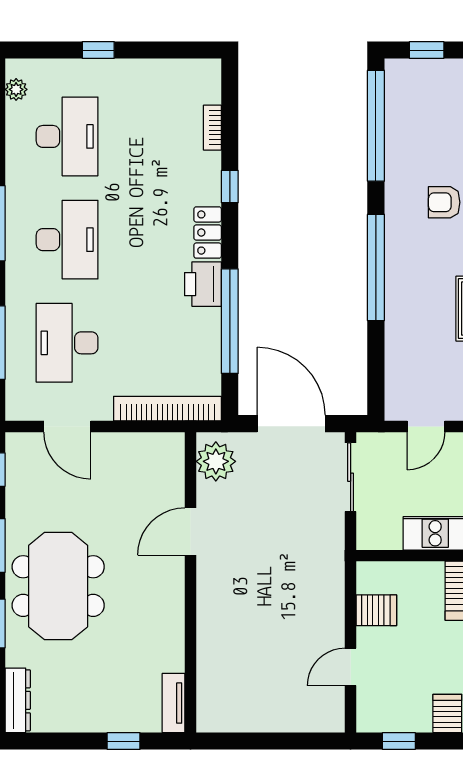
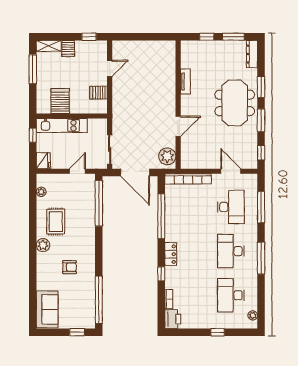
window: (376, 268) -> (99, 203), moved
printer: (203, 284) -> (173, 319), moved
tv unit: (174, 703) -> (185, 81), moved
window: (61, 741) -> (233, 37), added

